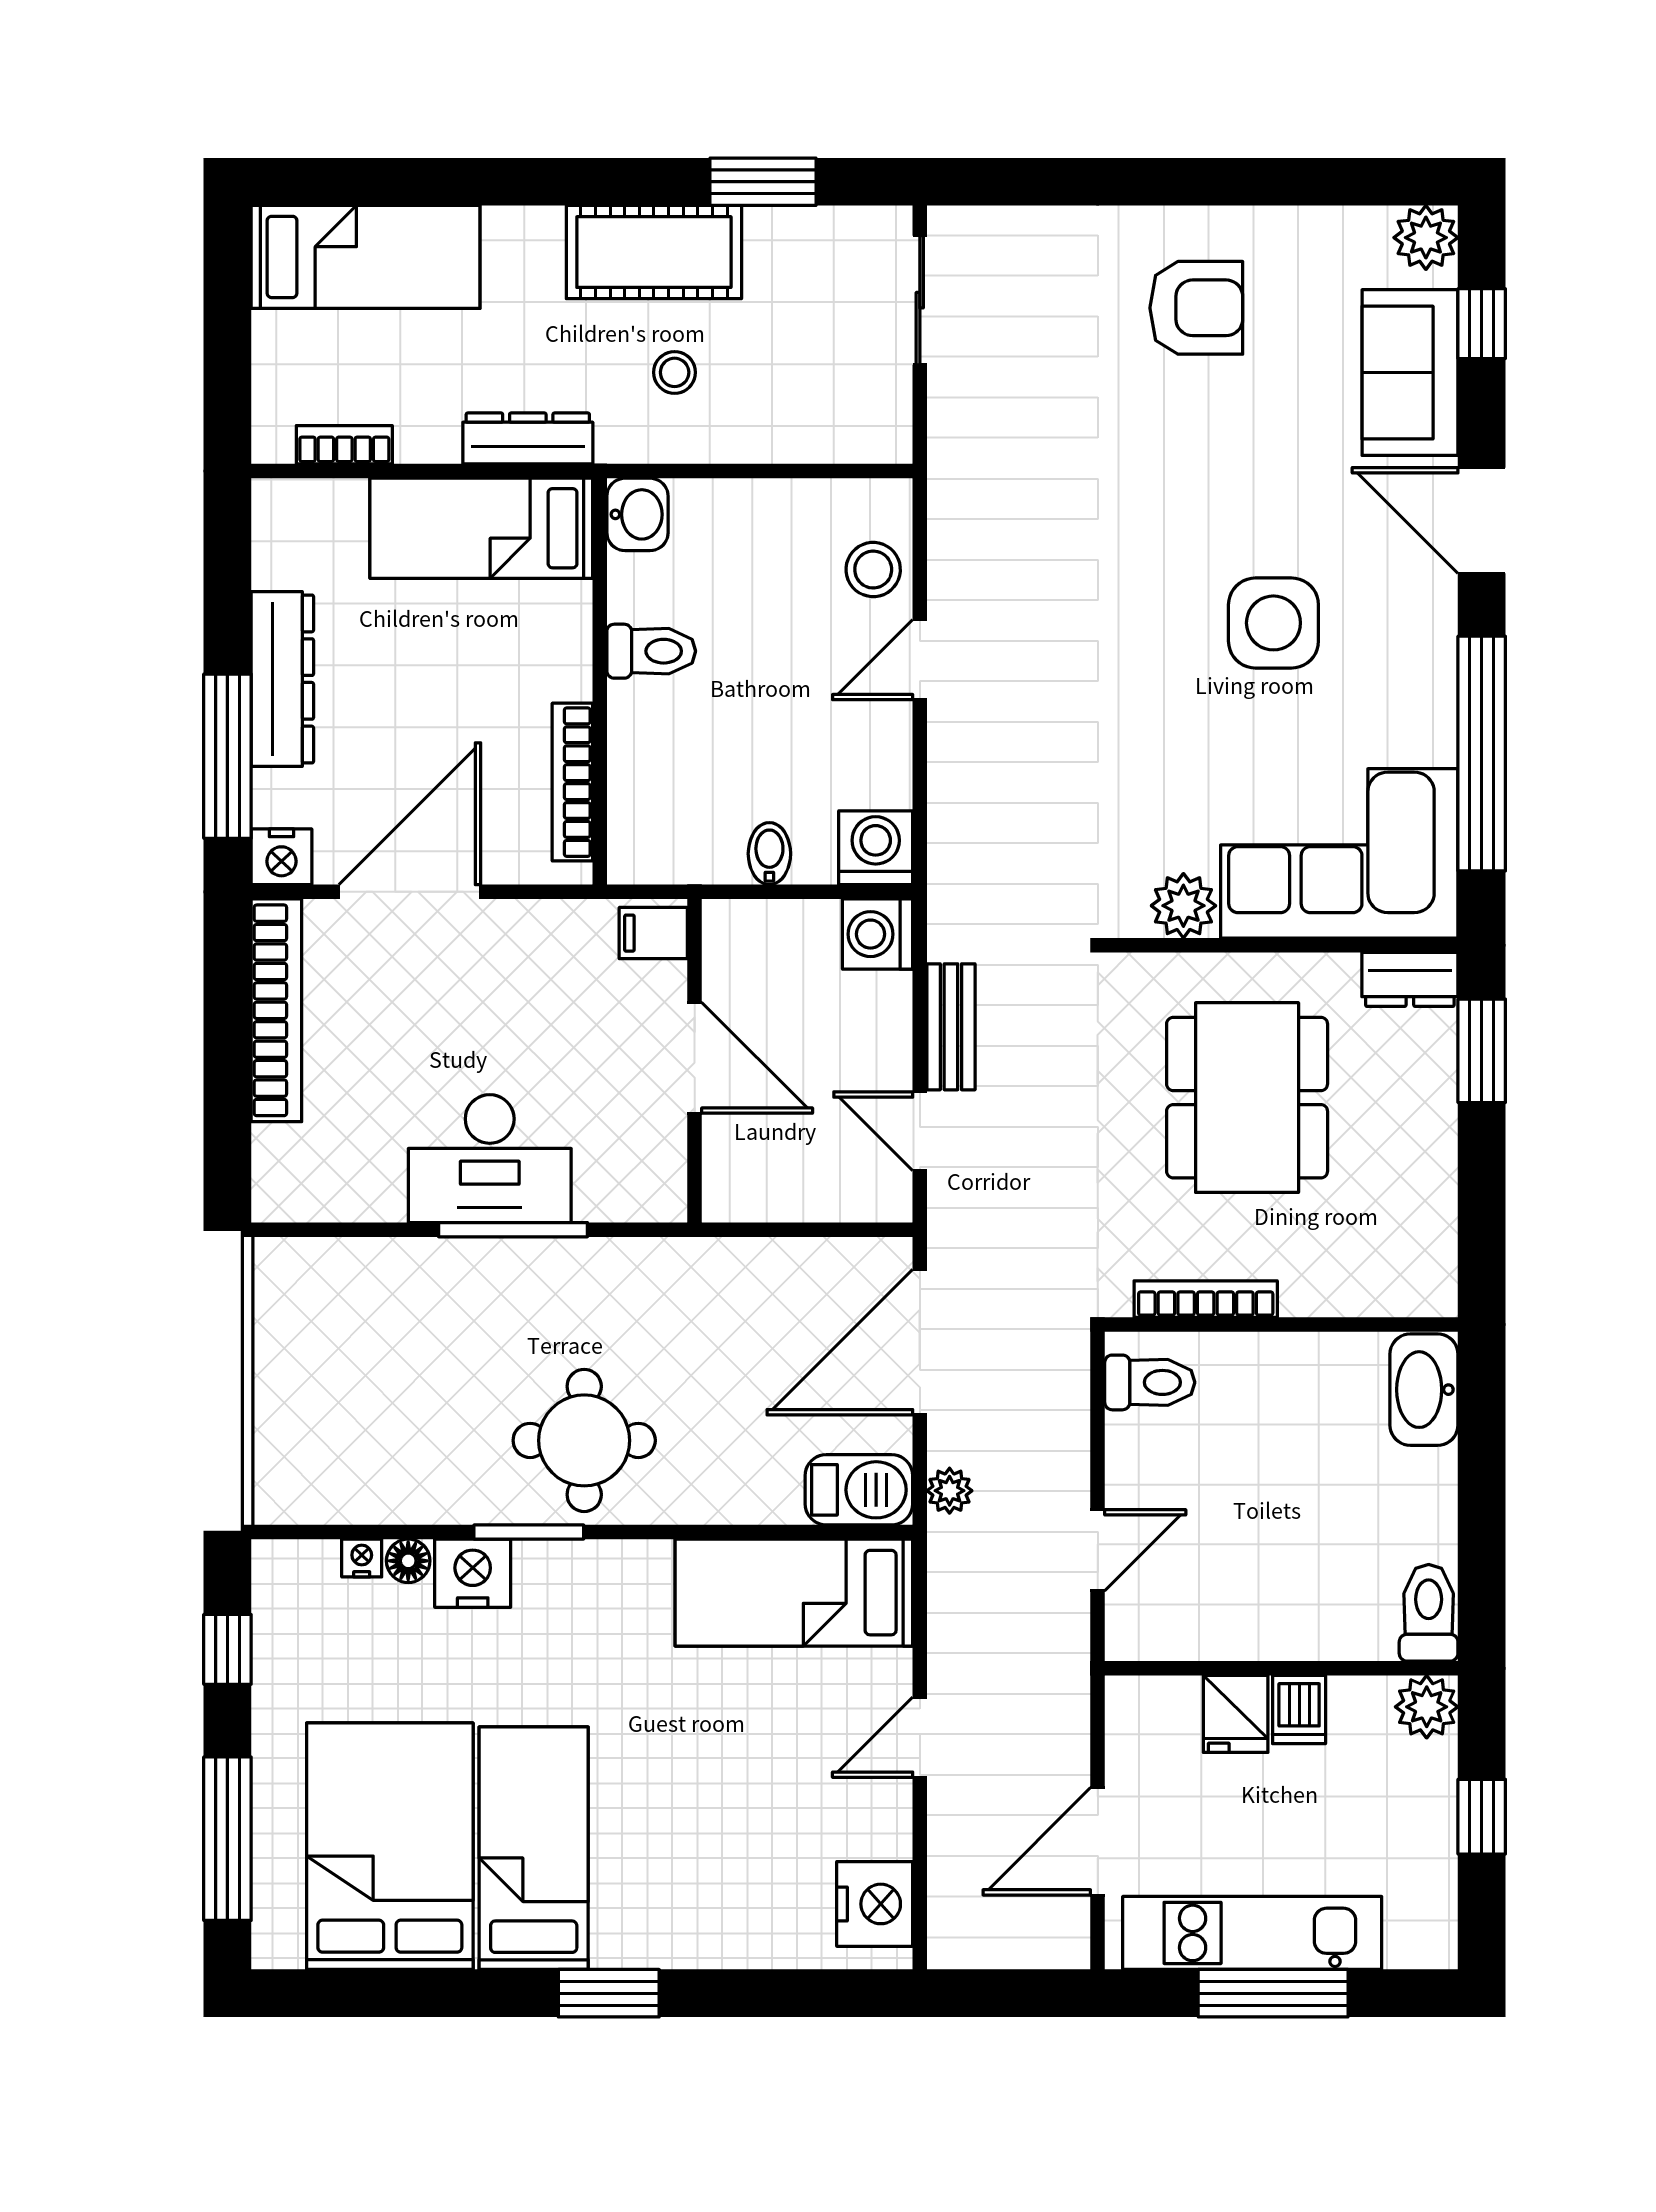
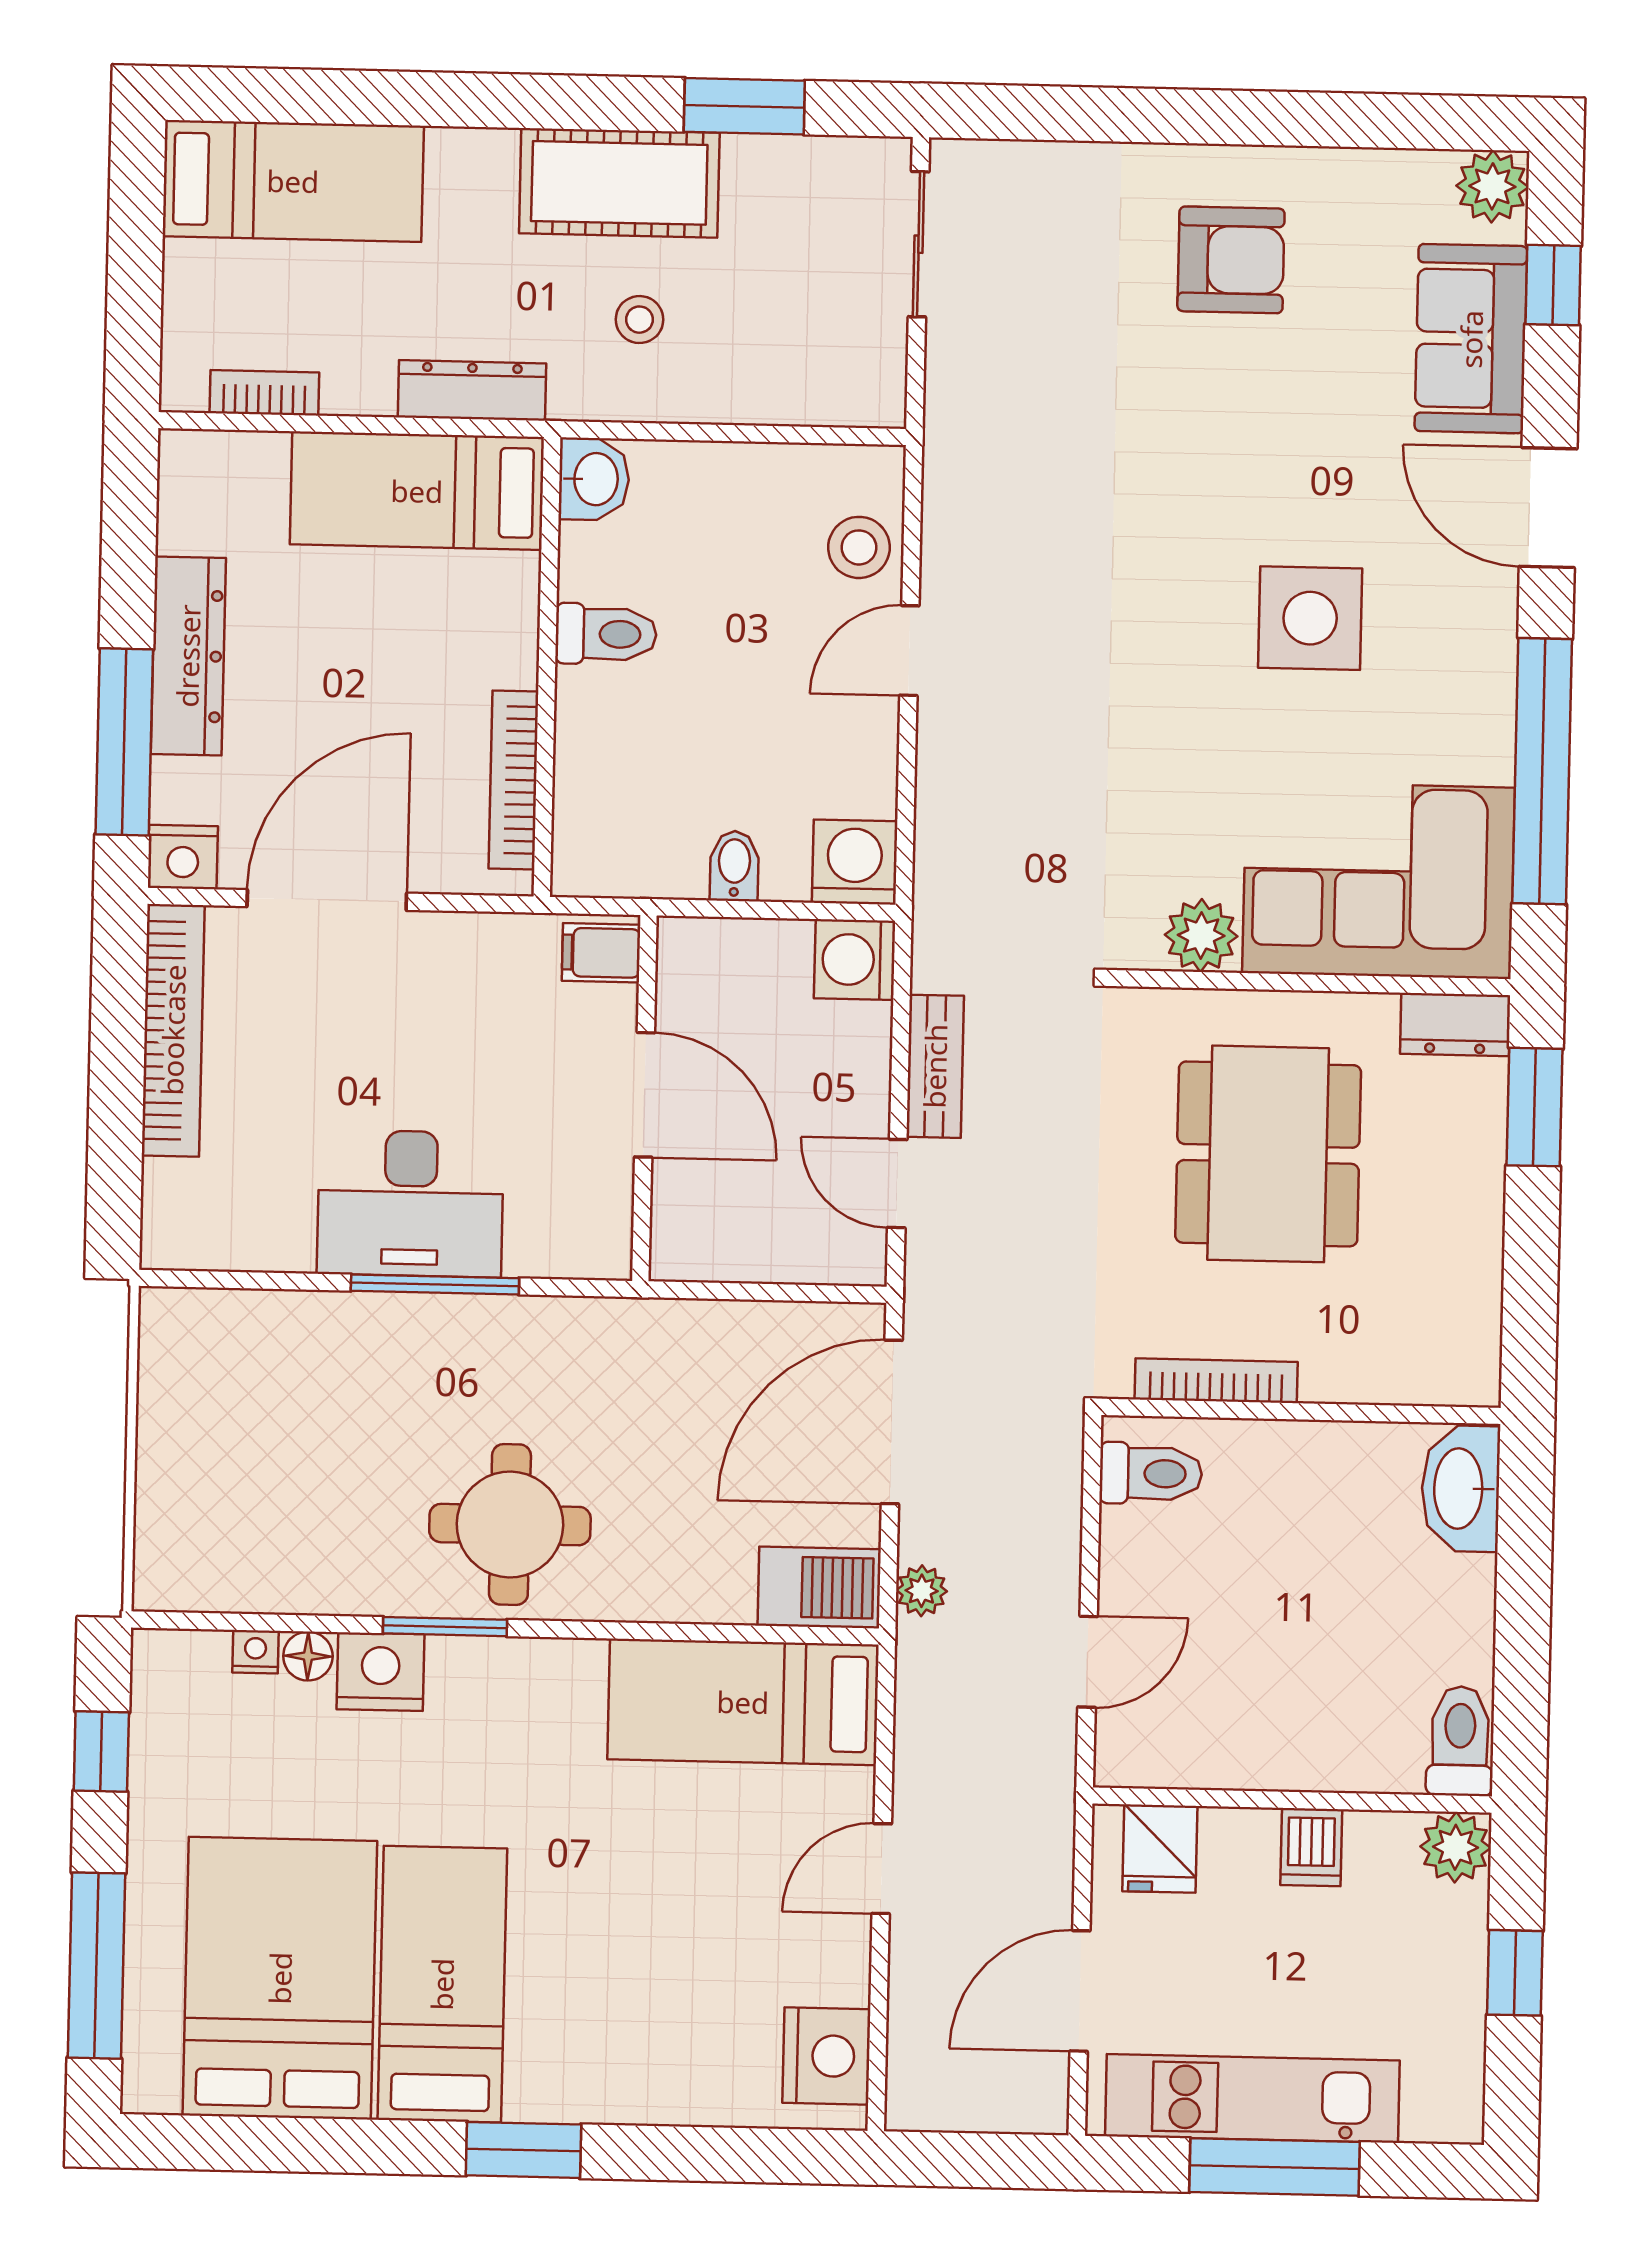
fridge: (1236, 1714) -> (1160, 1849), moved

